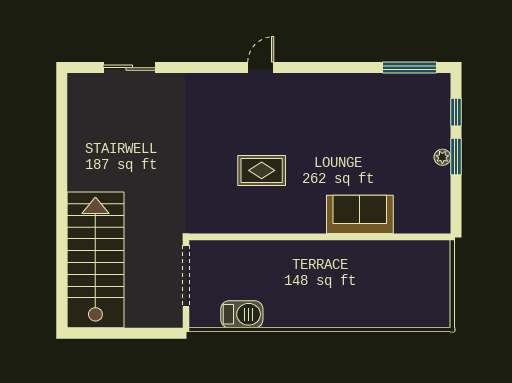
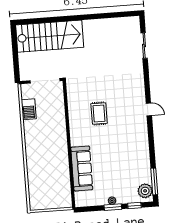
plant: (427, 88) -> (145, 191), added
sofa: (360, 214) -> (82, 168), width x1.36

